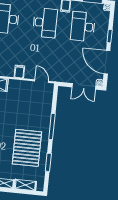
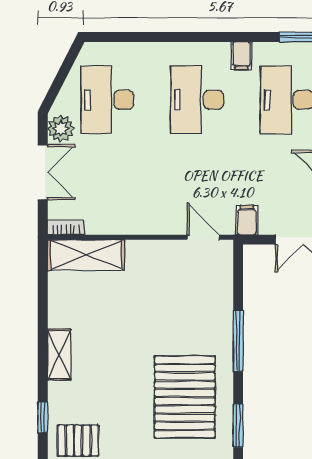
desk: (45, 23) -> (197, 100), turned 180
filing cabinet: (19, 72) -> (247, 220), moved

